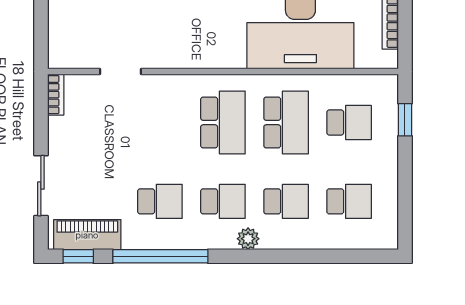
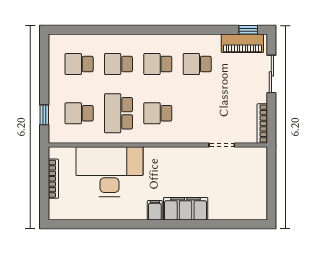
bookcase: (56, 95) -> (262, 123), width x1.56
school desk: (223, 123) -> (158, 113), width x0.54
plant: (248, 239) -> (142, 41), removed
window: (160, 256) -> (197, 30), removed

